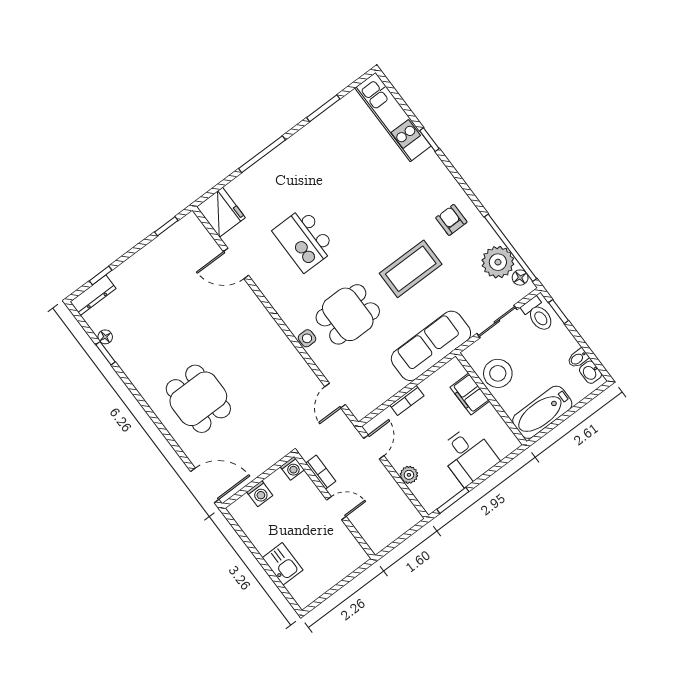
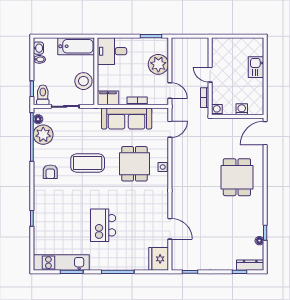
kitchen unit: (393, 117) -> (61, 263), moved, turned -90
kitchen island: (304, 240) -> (103, 225), moved, turned 180
dining table: (348, 314) -> (134, 164), turned 90
sofa: (431, 346) -> (127, 119), moved
filing cabinet: (470, 394) -> (108, 98), moved, turned -90
door: (374, 447) -> (170, 90), swing flipped
desk: (468, 455) -> (112, 51), moved, turned -90
plant: (409, 475) -> (158, 64), width x1.87, depth x1.87
door: (205, 485) -> (265, 133), hinge flipped

